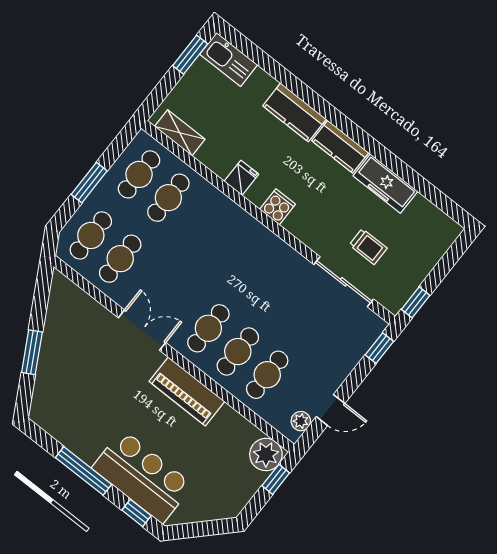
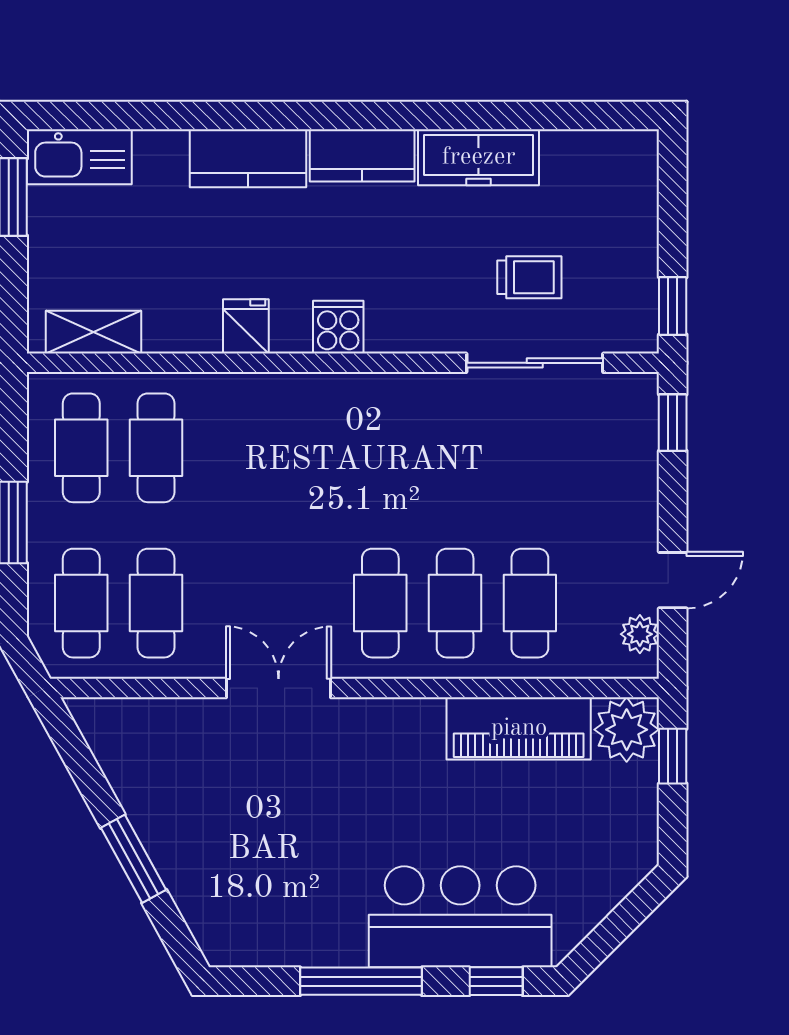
piano: (187, 391) -> (519, 728), moved

